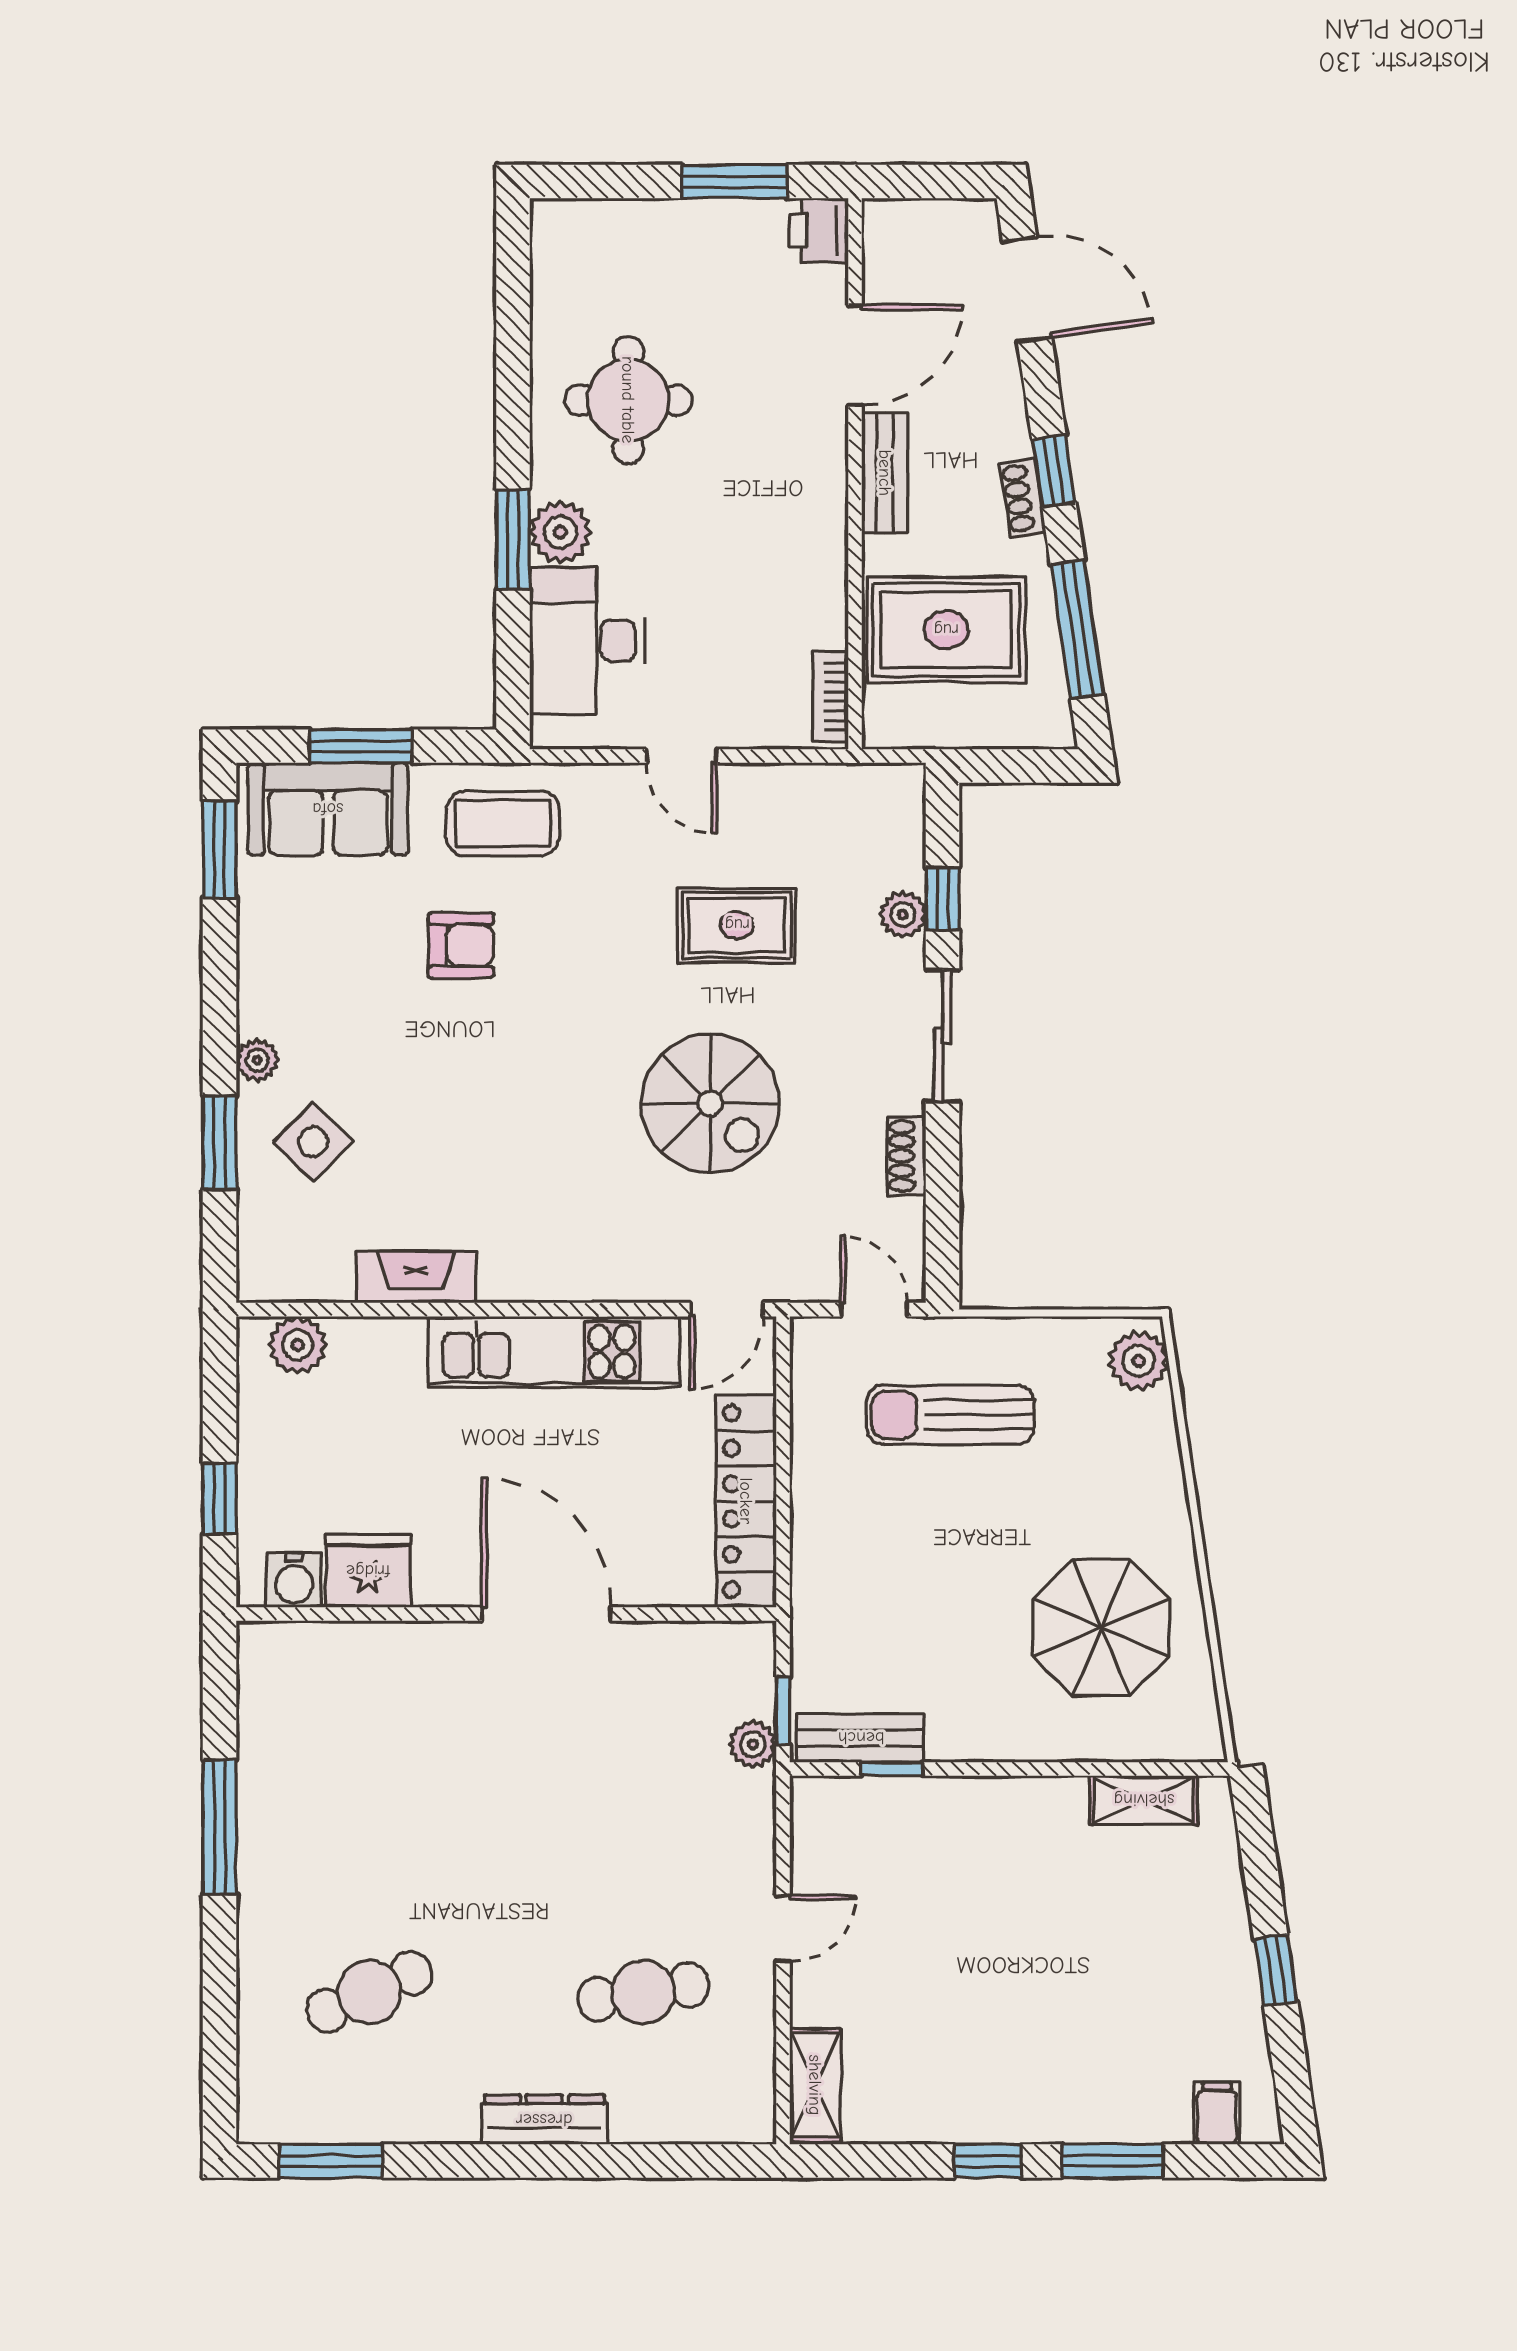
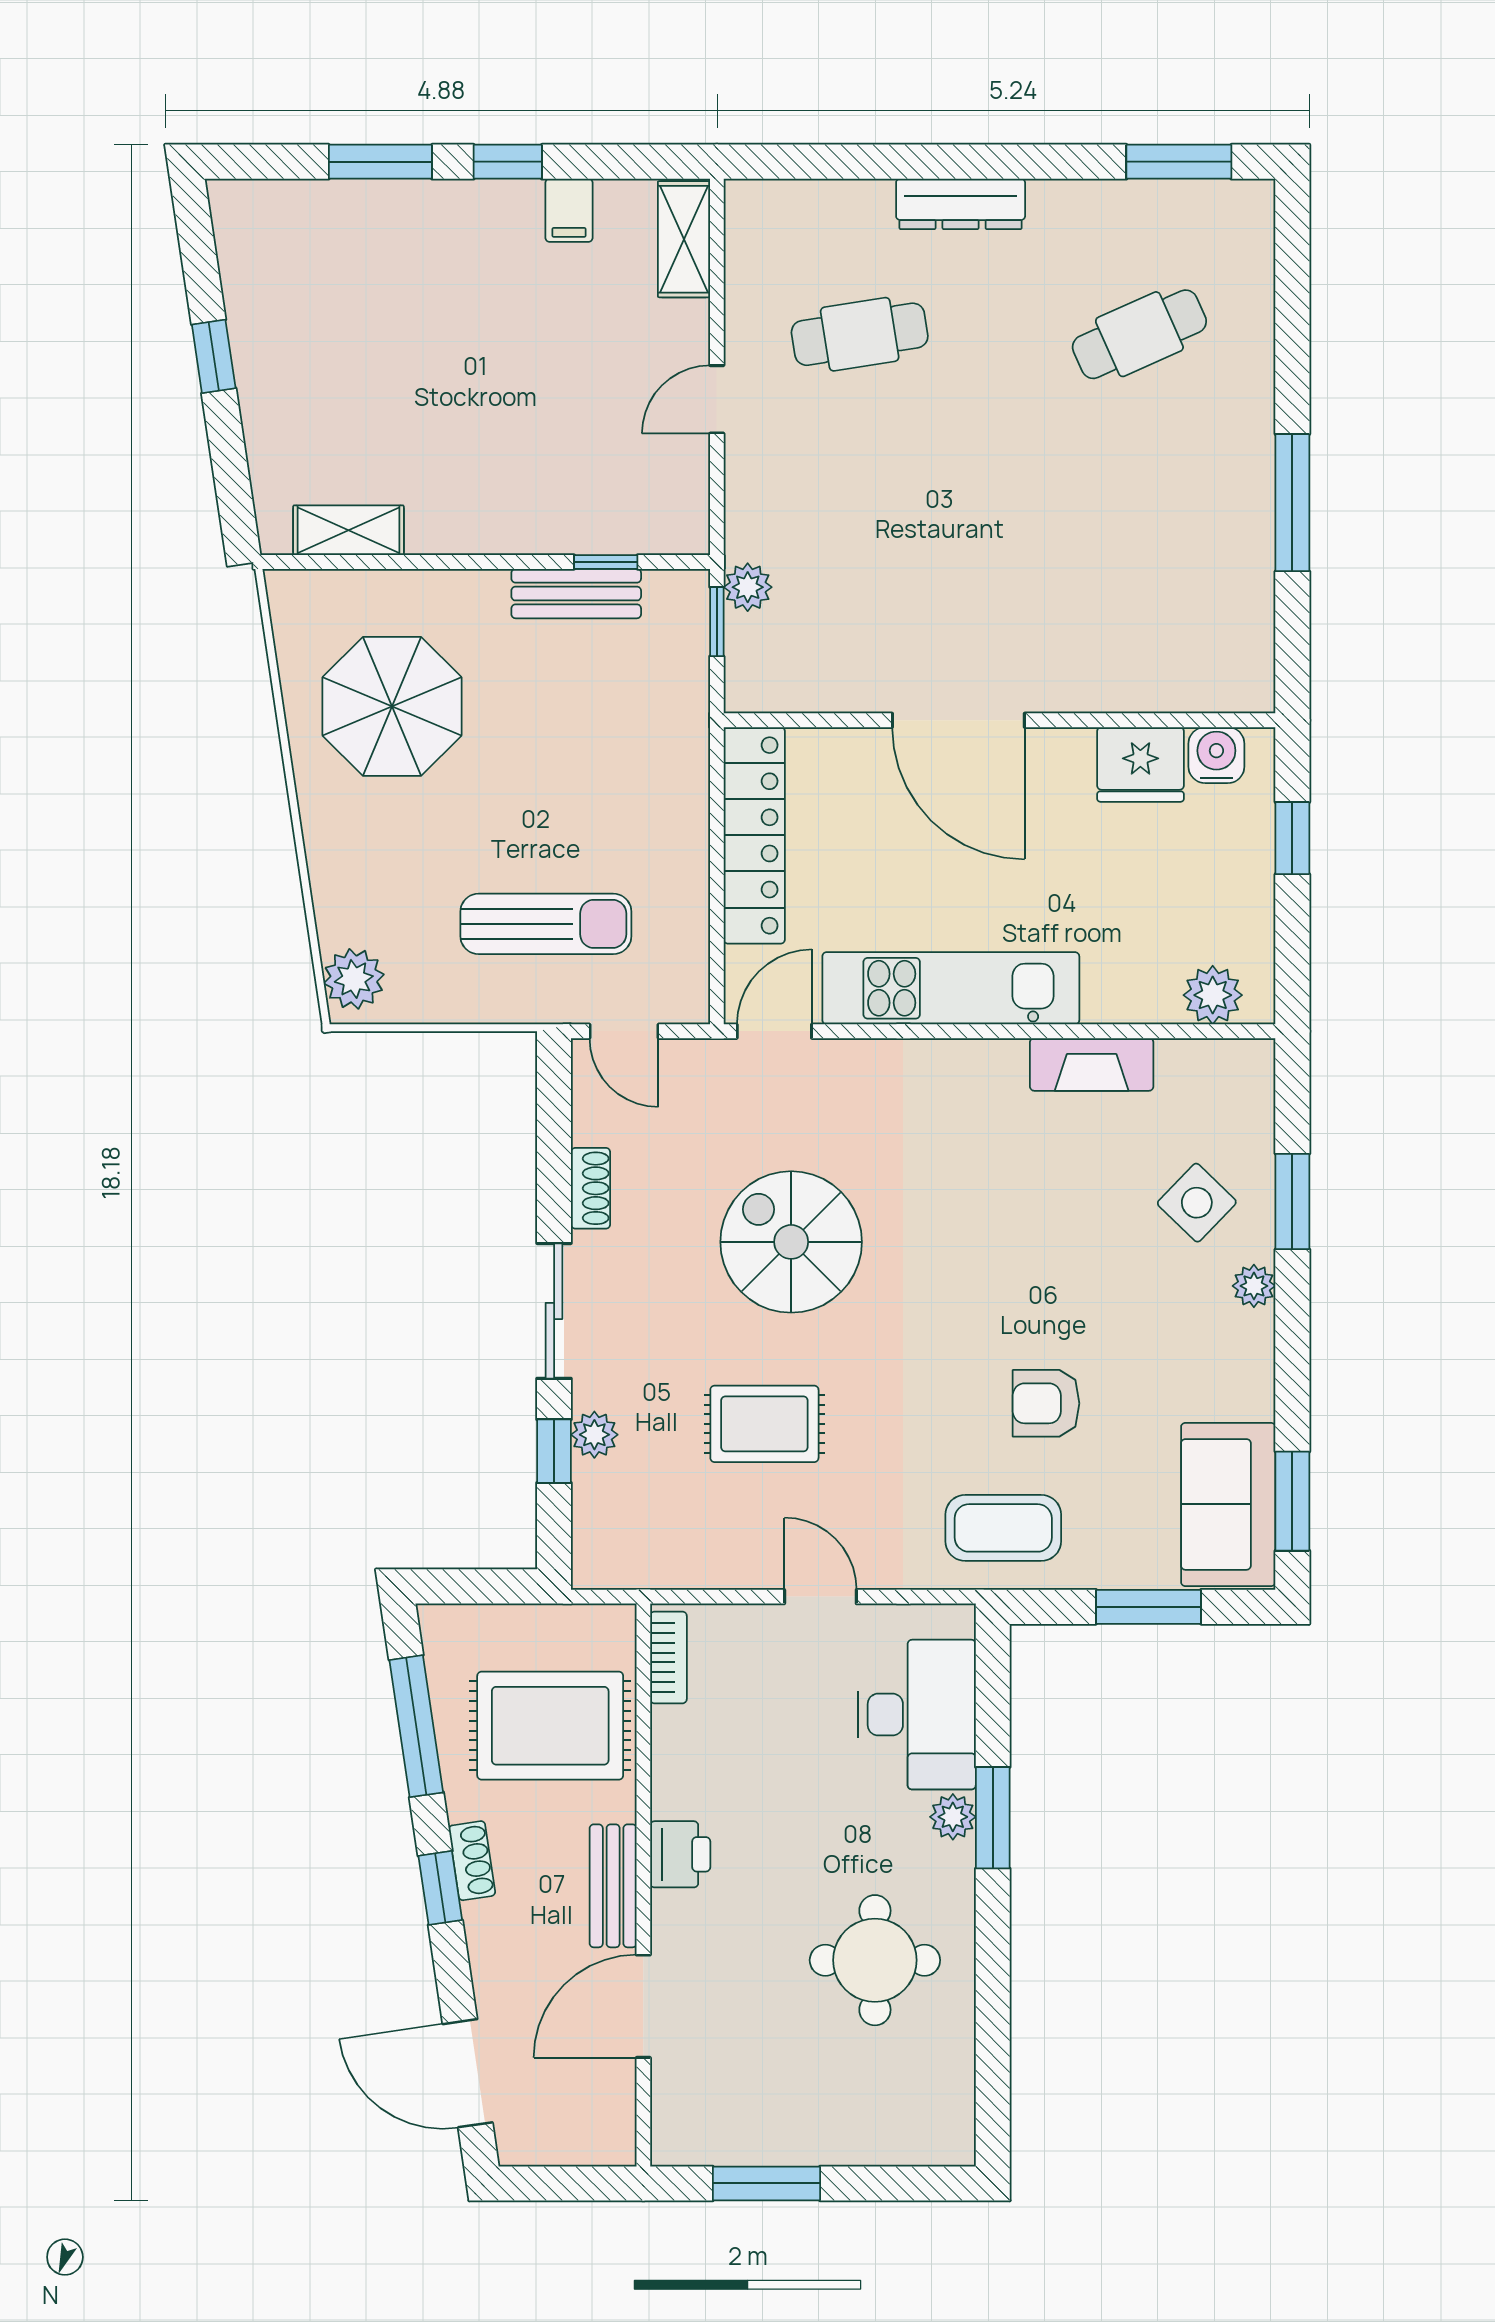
printer: (819, 231) -> (680, 1854), moved
plant: (560, 532) -> (953, 1817), width x0.73, depth x0.73
sofa: (328, 809) -> (1228, 1504), moved, turned -90
bench: (861, 1738) -> (576, 594), moved
filing cabinet: (1217, 2113) -> (569, 210), moved

